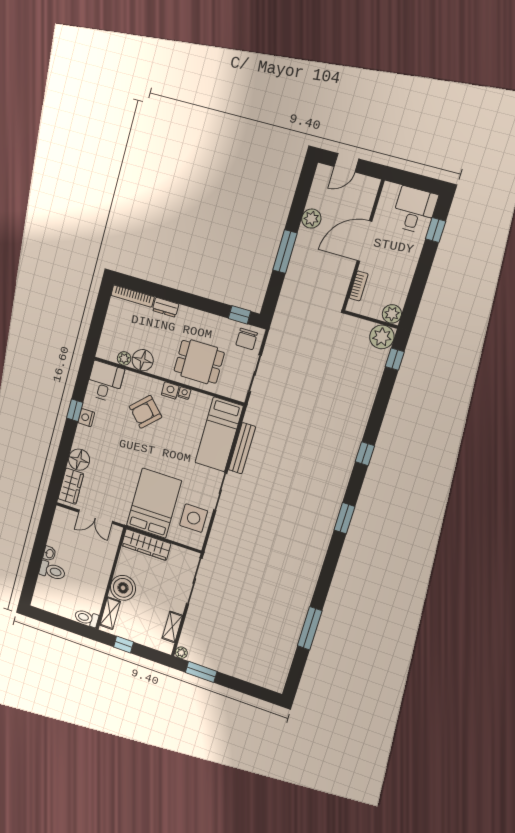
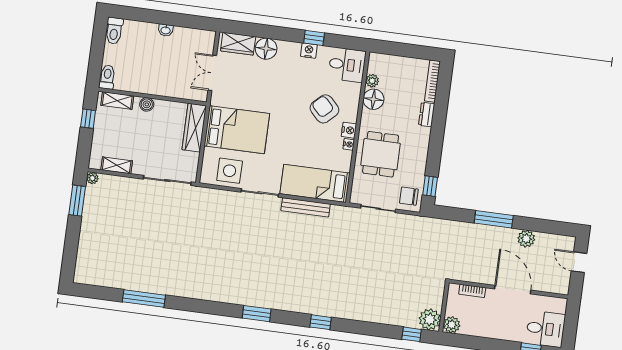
toilet: (52, 571) -> (114, 31), moved
boiler: (123, 588) -> (147, 104), width x0.54, depth x0.54

